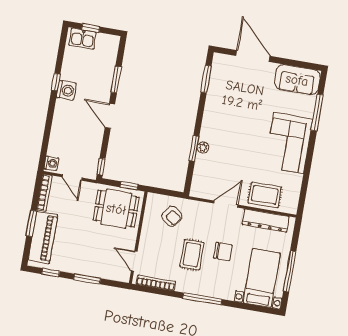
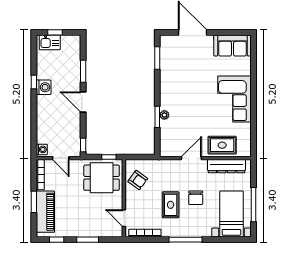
window: (317, 112) -> (254, 70), removed
armchair: (172, 216) -> (138, 180), moved
chair: (223, 251) -> (196, 198), turned 90

